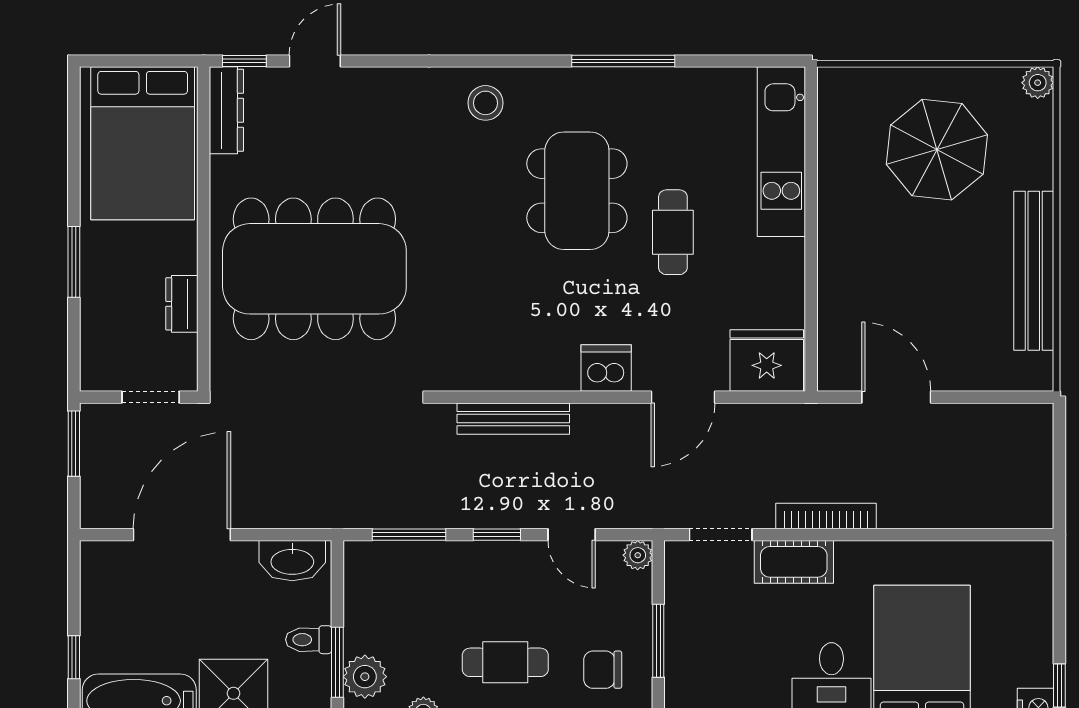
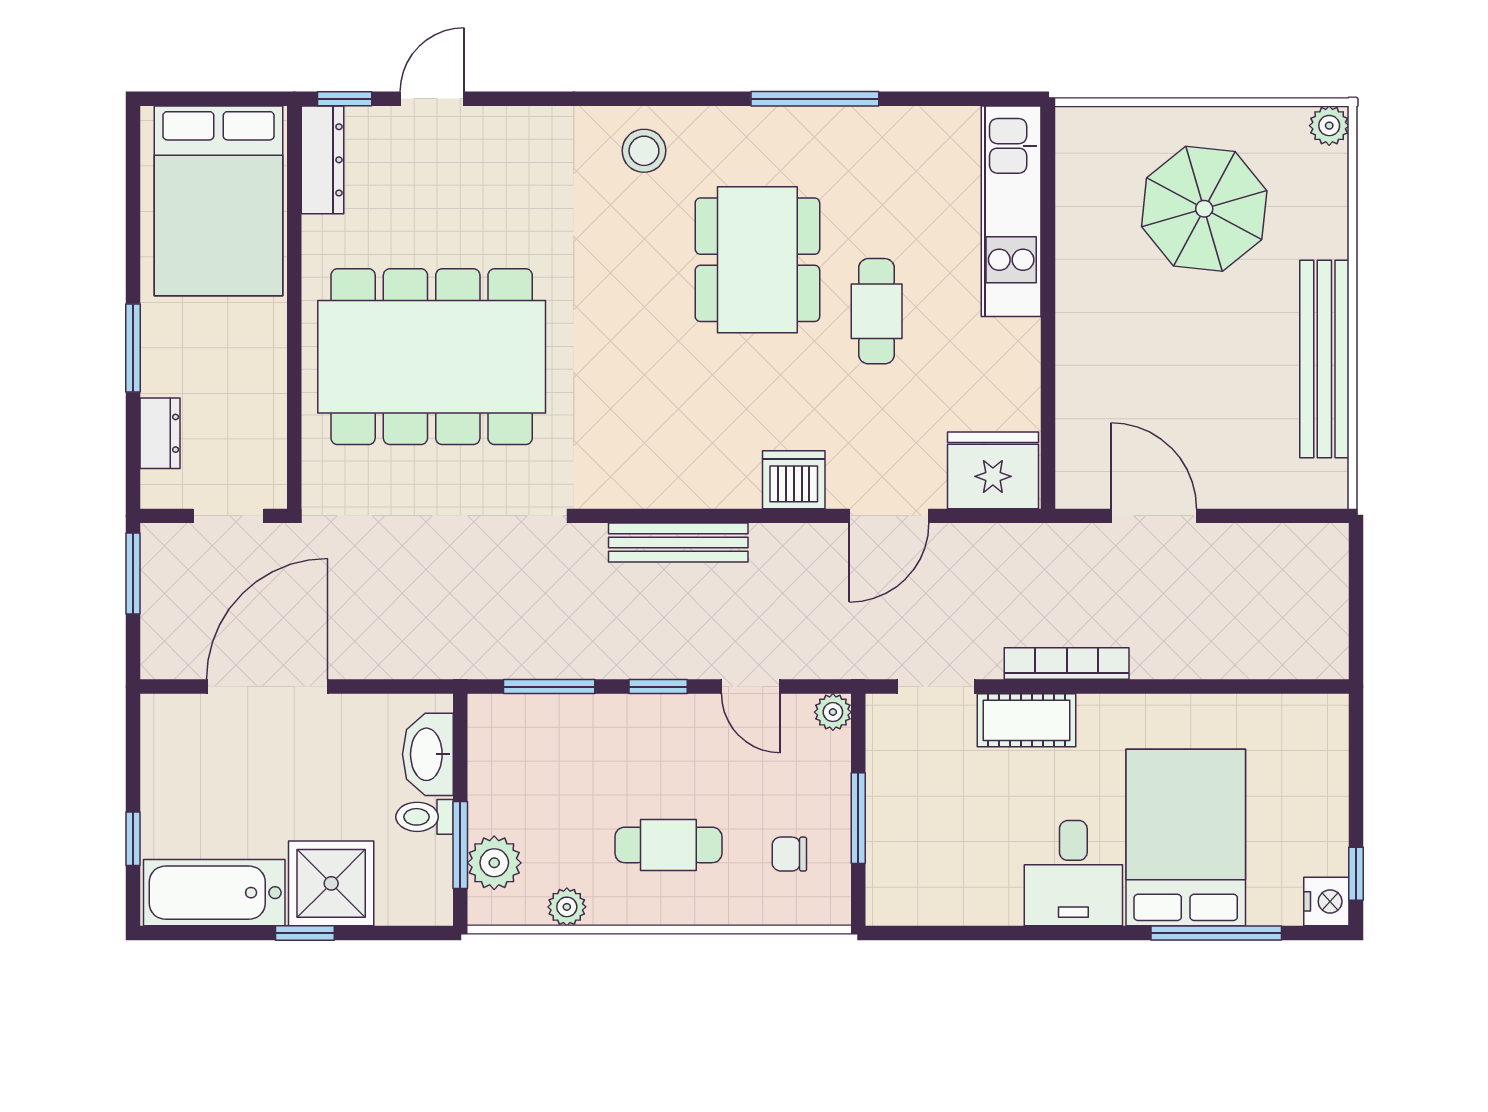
dresser: (182, 304) -> (160, 433), moved, turned 180
washbasin: (292, 561) -> (428, 754), moved, turned 90
chair: (603, 670) -> (789, 854), width x0.73, depth x0.73

